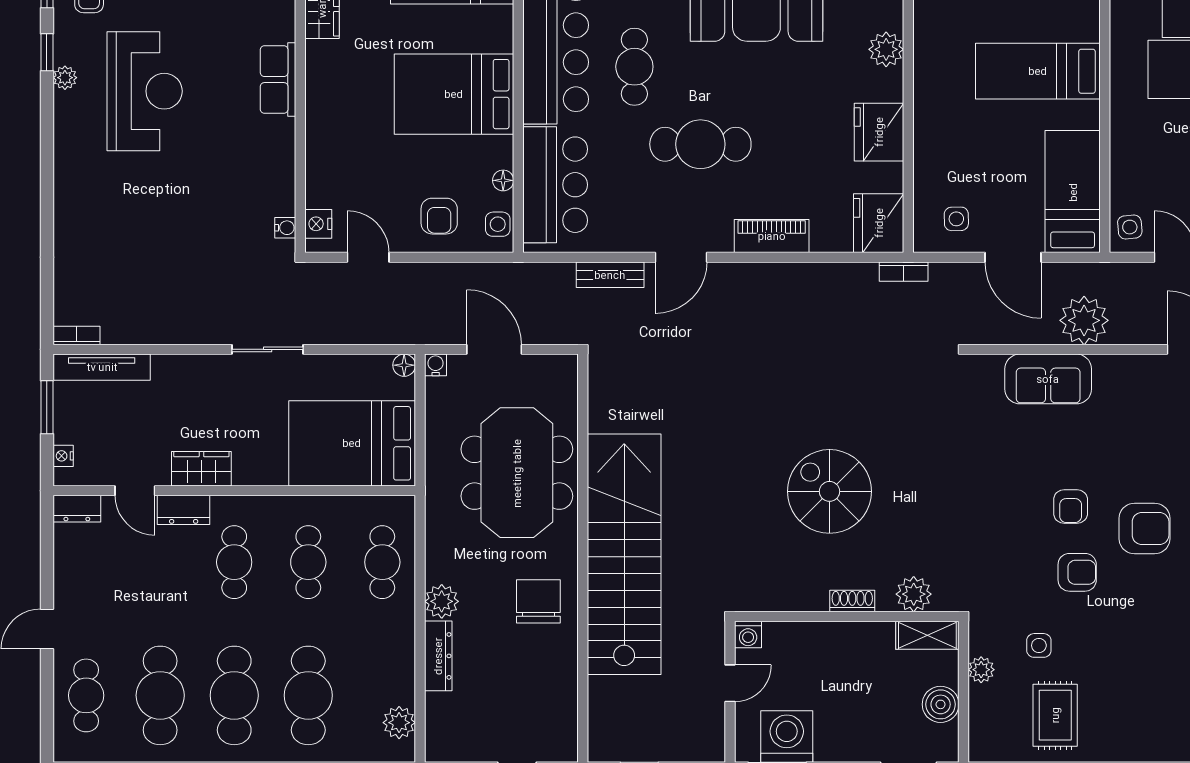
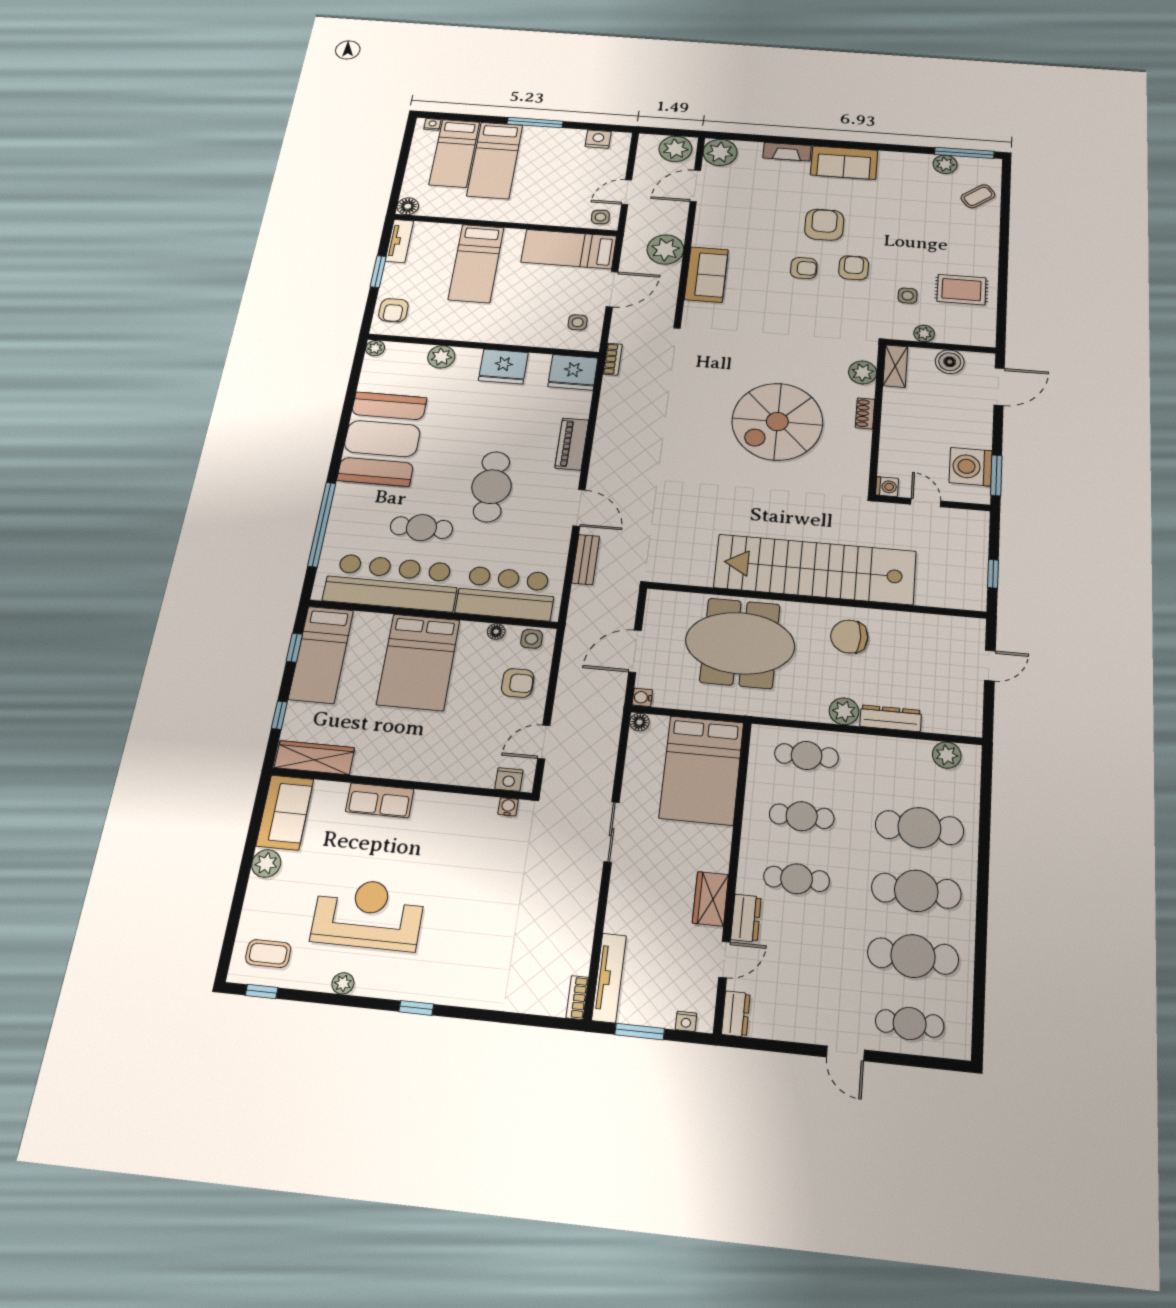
window: (47, 52) -> (416, 1008), moved
spiral stairs: (830, 491) -> (777, 422), width x1.37, depth x1.37

